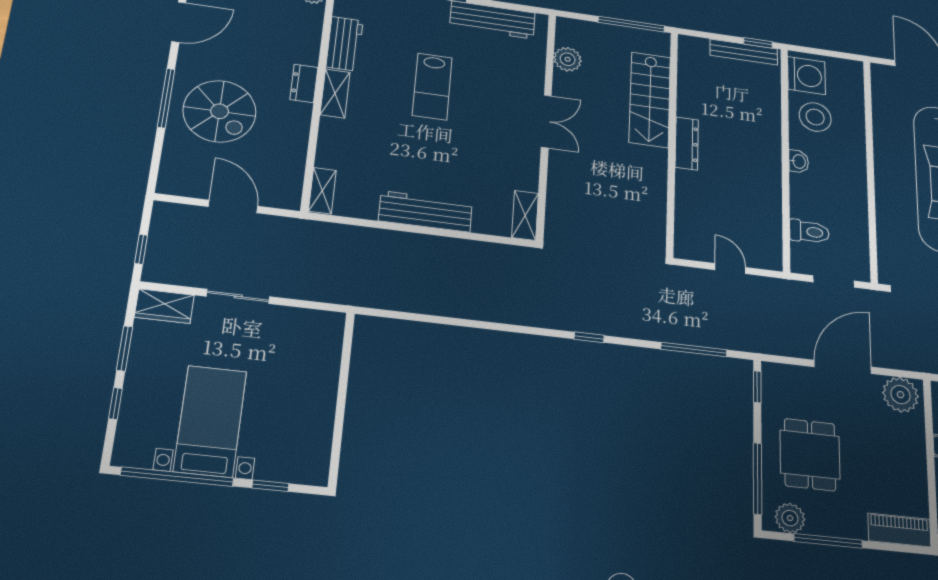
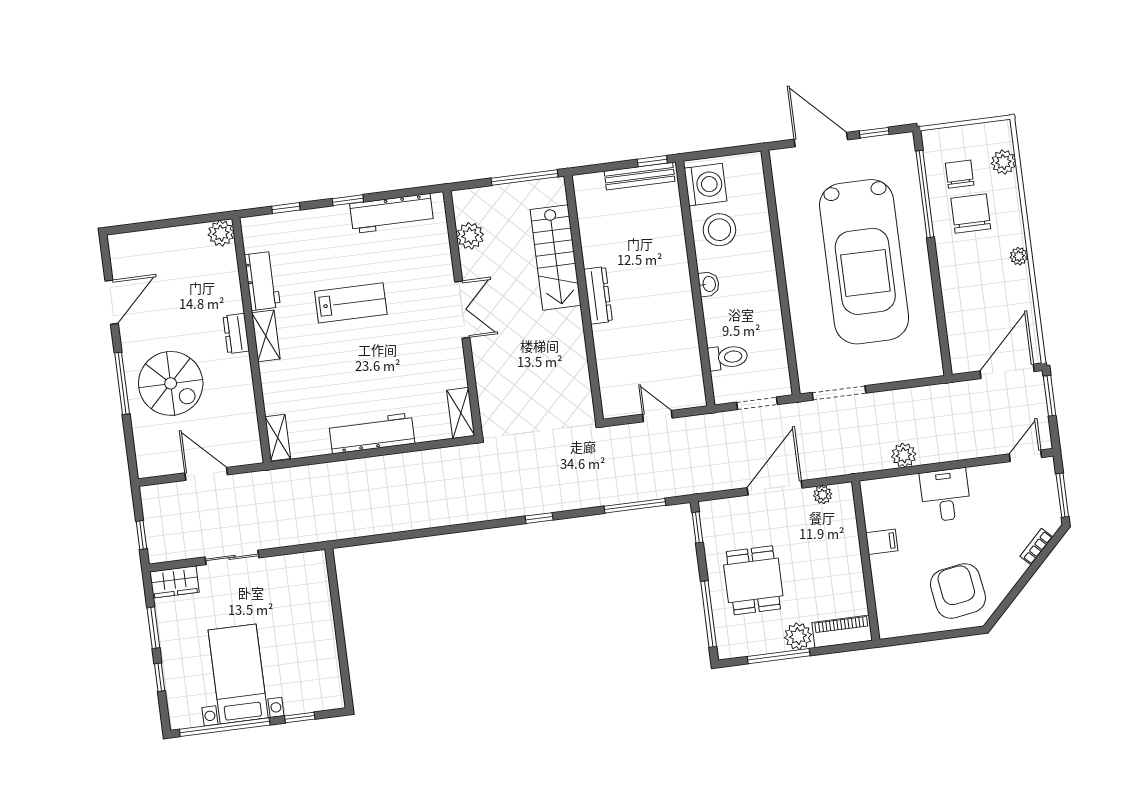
lab bench: (432, 86) -> (351, 303), turned -90
plant: (900, 395) -> (823, 495), width x0.53, depth x0.53
plant: (790, 518) -> (798, 636), moved

